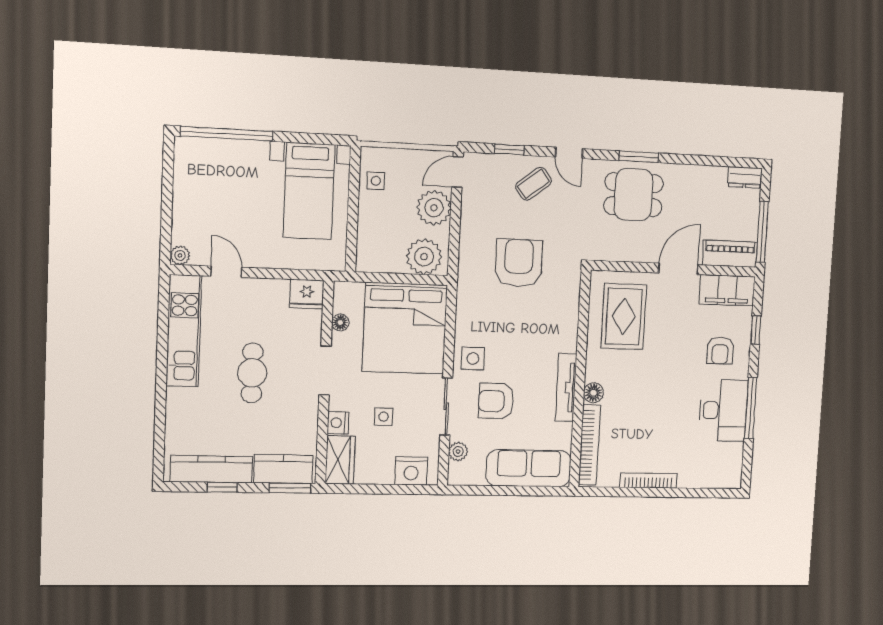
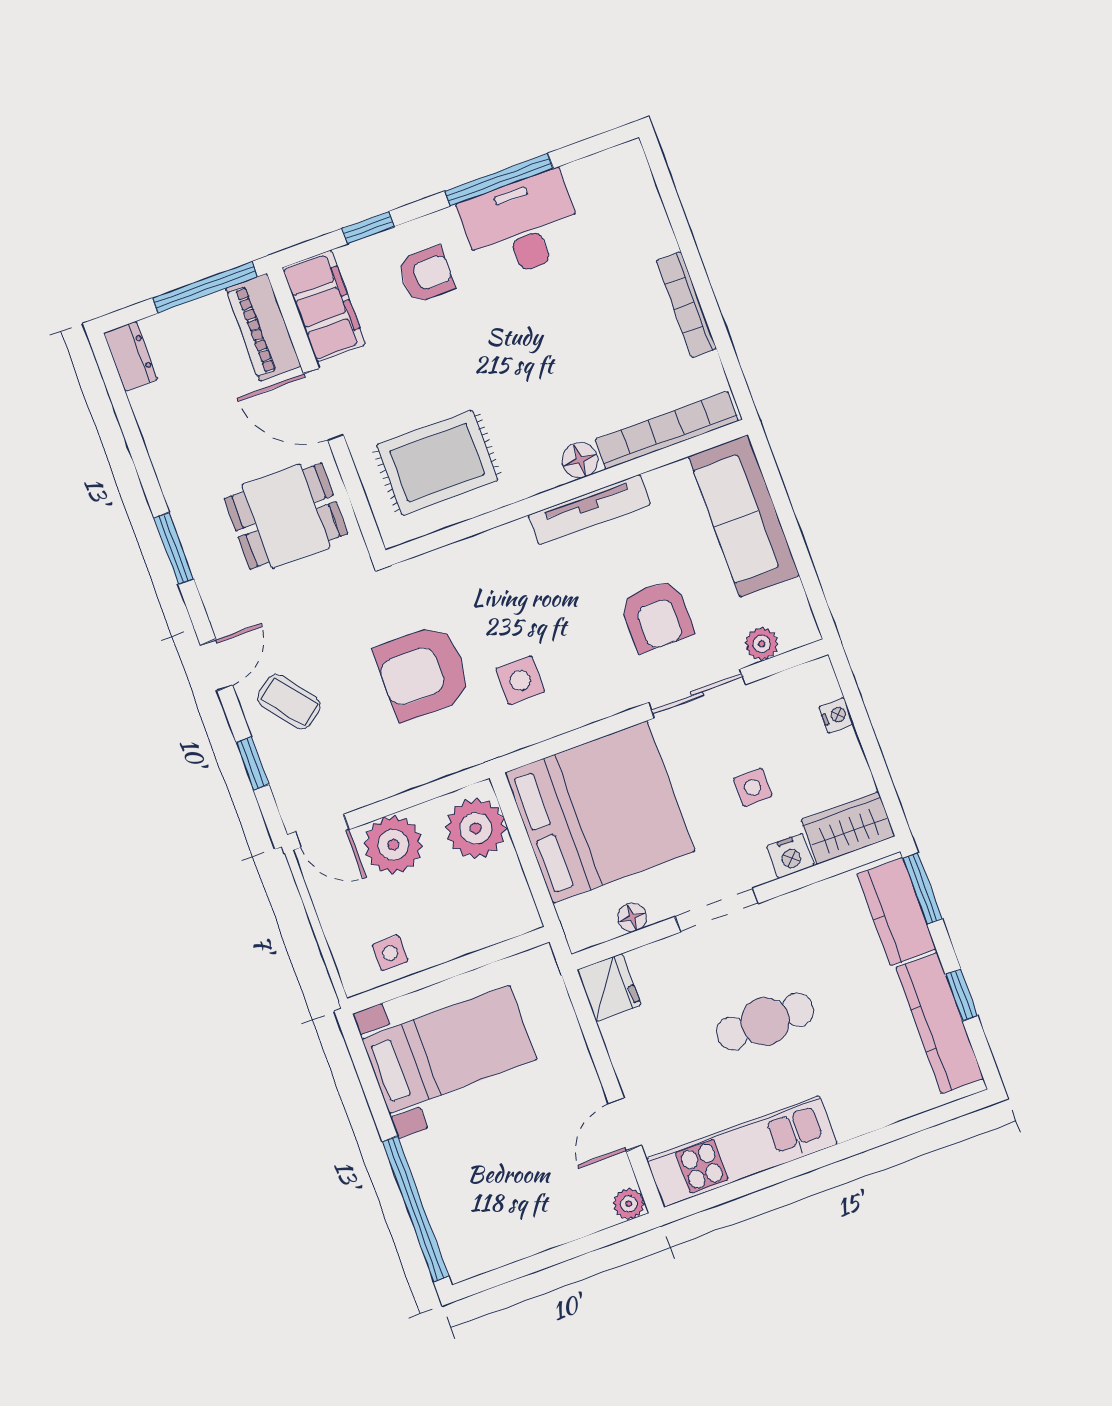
dining table: (634, 195) -> (286, 516), moved, turned 90
side table: (473, 358) -> (520, 680), moved
nightstand: (411, 471) -> (836, 715), width x0.53, depth x0.56

